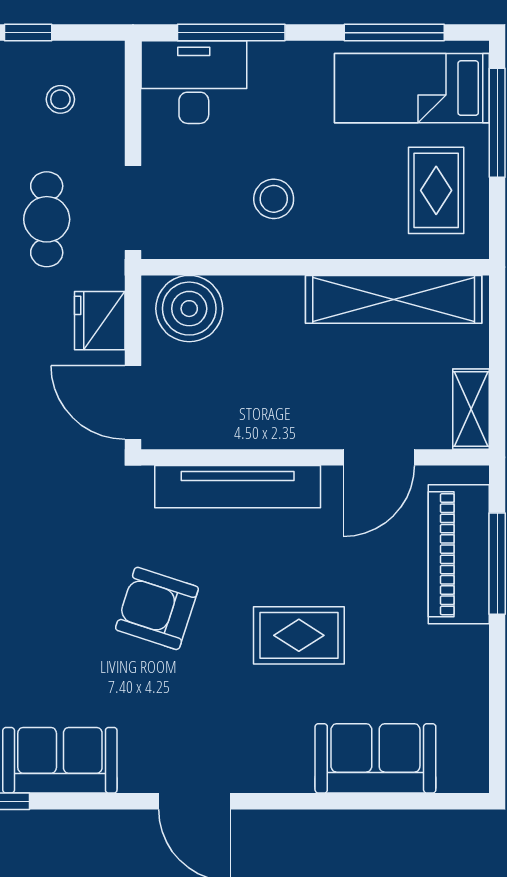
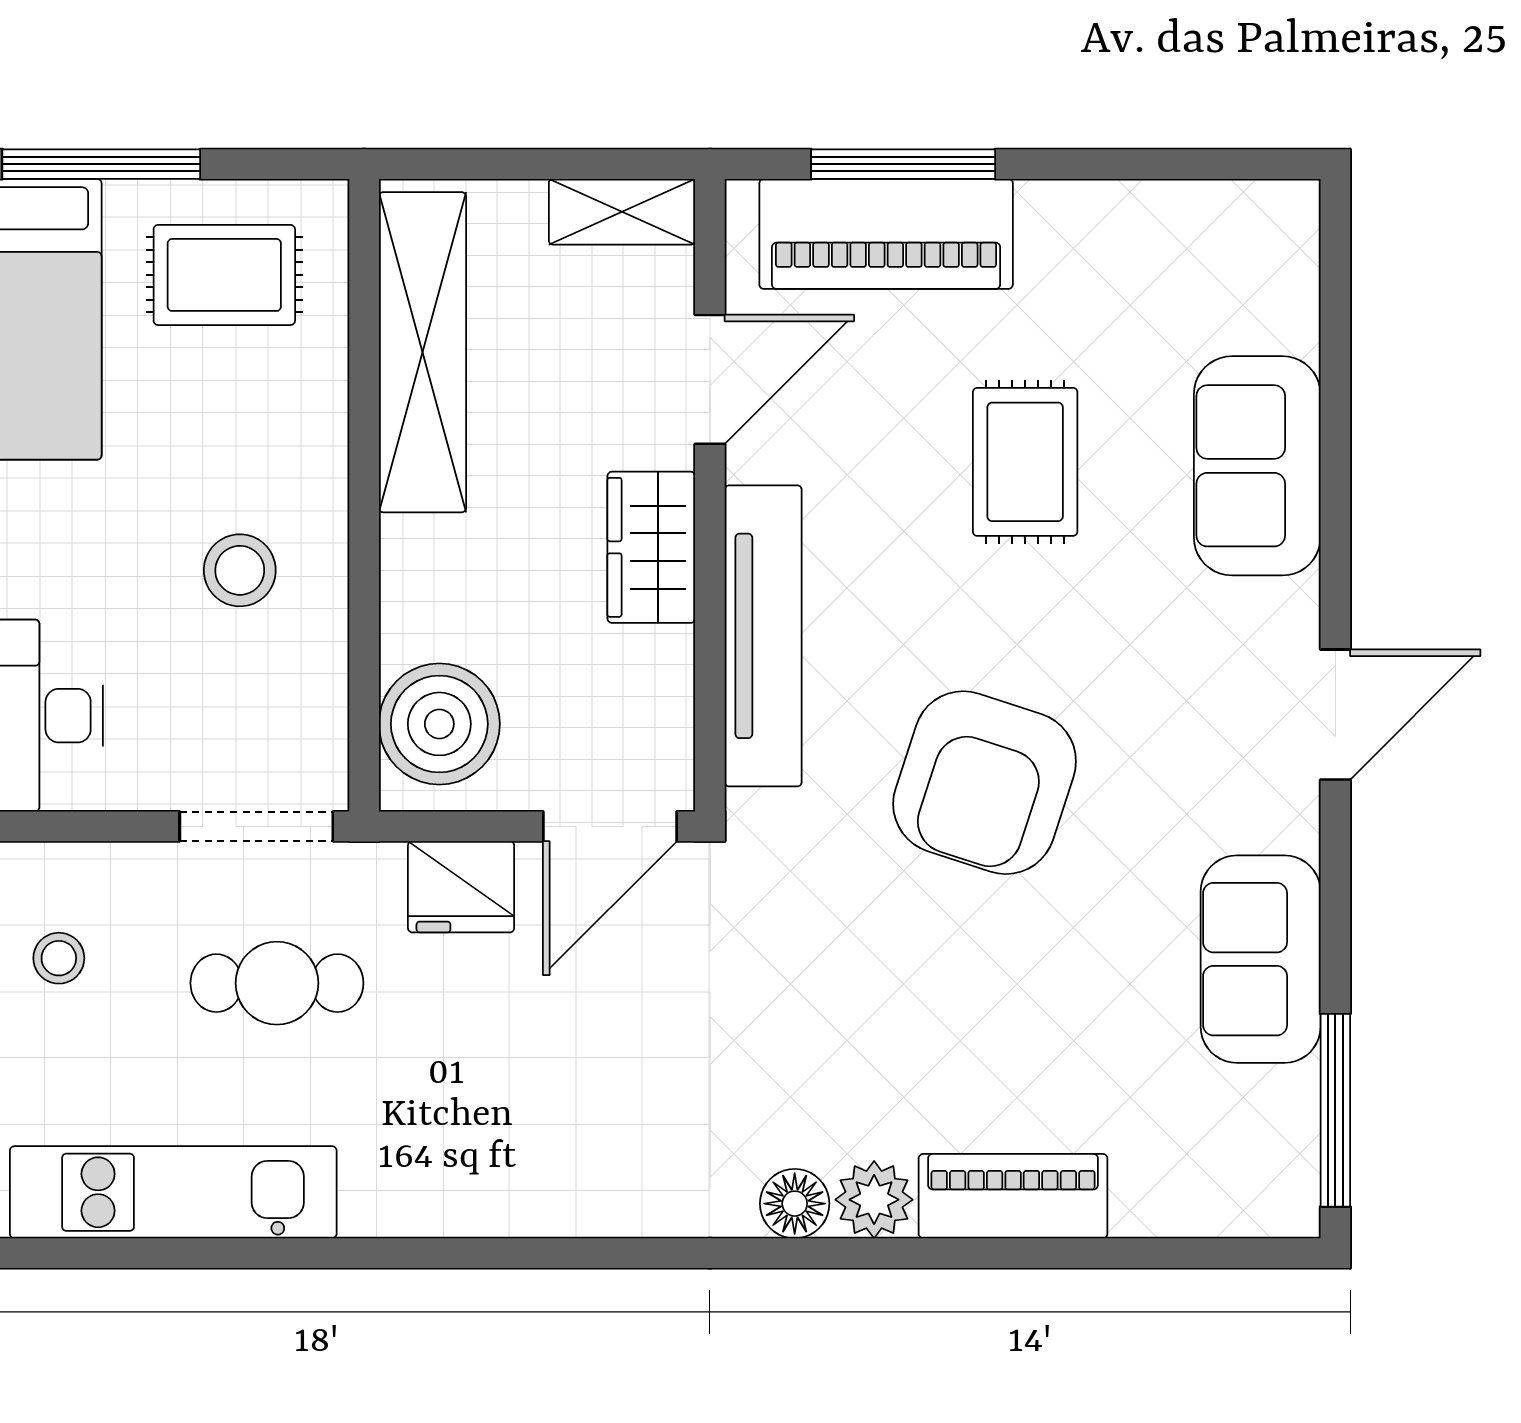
wardrobe: (286, 425) -> (651, 547), added
door: (379, 457) -> (710, 379), hinge flipped
armchair: (157, 608) -> (985, 783), width x1.36, depth x1.36
rug: (299, 635) -> (1025, 462), moved
sofa: (375, 758) -> (1257, 466), moved

